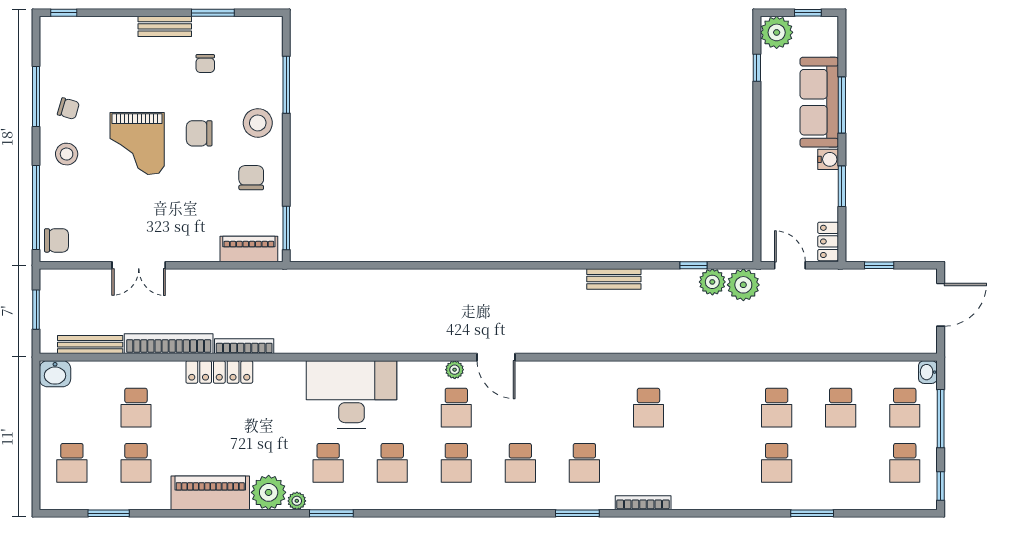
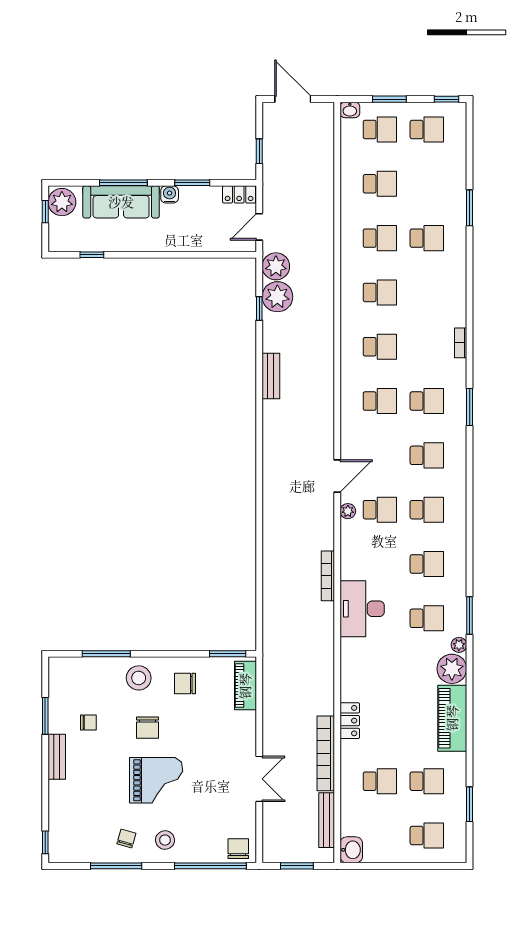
plant: (777, 32) -> (62, 202), moved
plant: (712, 282) -> (277, 297), width x1.36, depth x1.36
bookcase: (244, 346) -> (328, 576), moved
locker: (219, 372) -> (350, 721), width x0.66
desk: (351, 394) -> (362, 609), width x0.73, depth x0.77
school desk: (584, 408) -> (380, 401), added
school desk: (713, 408) -> (380, 292), added
window: (941, 419) -> (389, 99), width x0.69
bookcase: (643, 503) -> (461, 343), width x0.64

